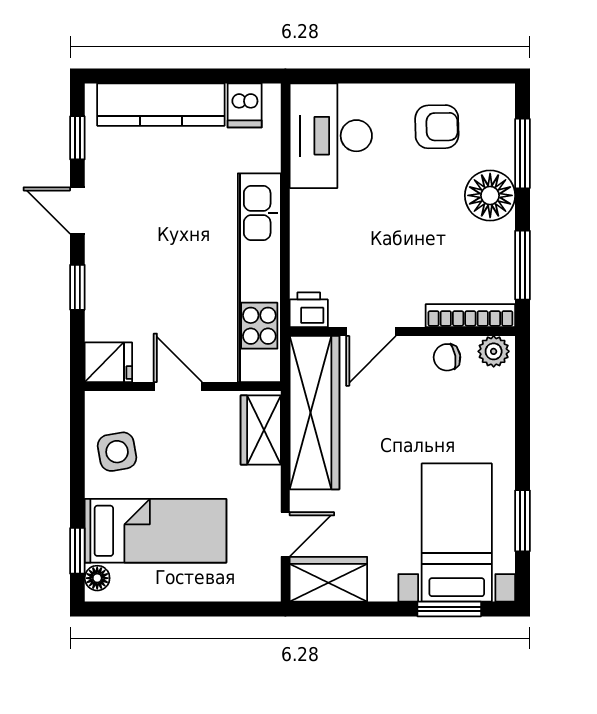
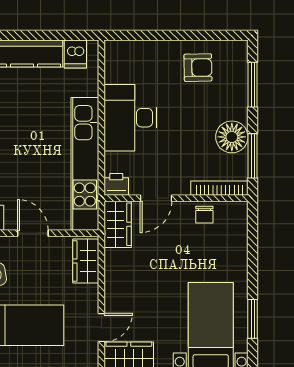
desk: (331, 136) -> (130, 118), moved
floor lamp: (490, 195) -> (232, 137), moved
plant: (494, 351) -> (234, 211), removed
chair: (447, 357) -> (204, 215), turned -81
wardrobe: (315, 413) -> (118, 224), width x0.48, depth x0.85

